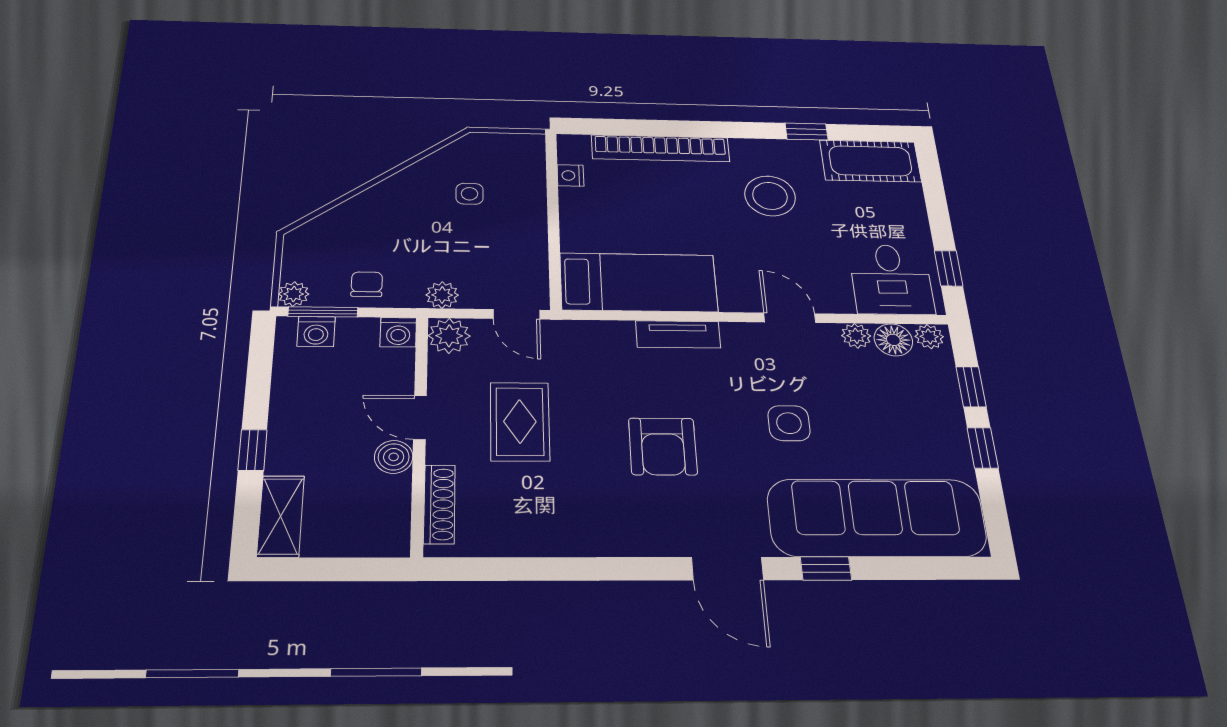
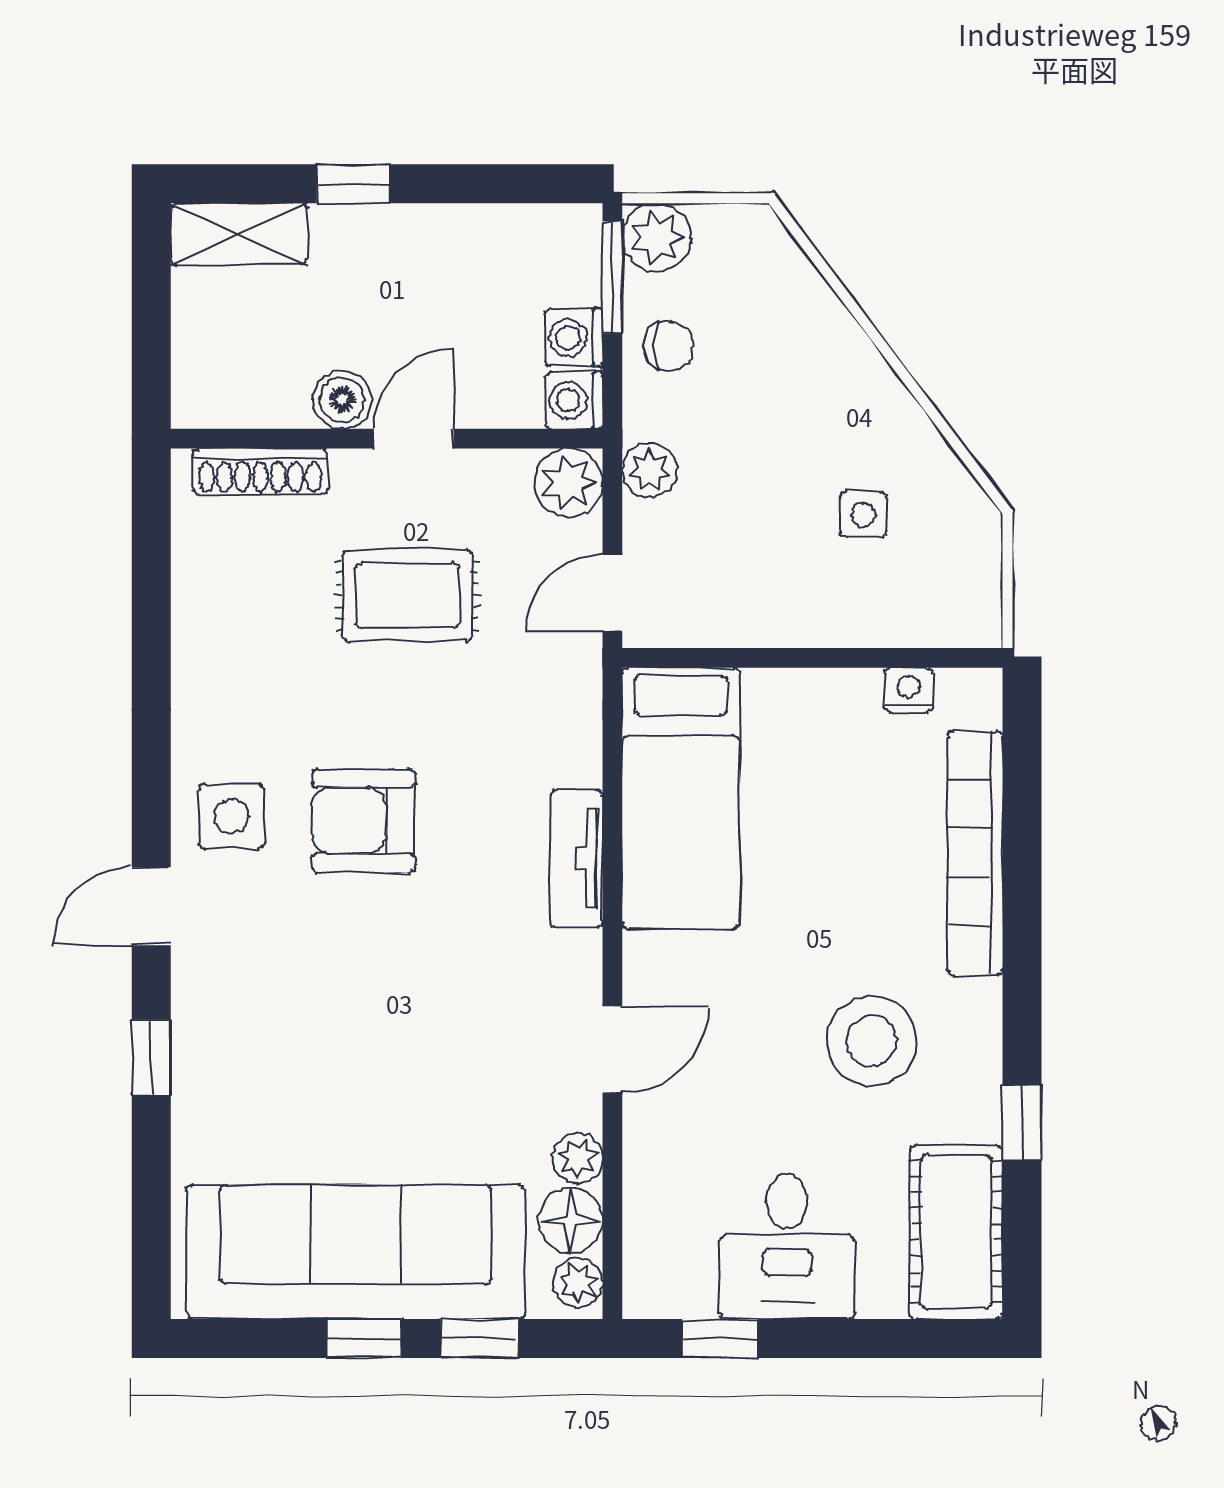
desk: (891, 279) -> (787, 1246), moved, turned -90
plant: (294, 294) -> (657, 238), width x1.38, depth x1.38
washing machine: (316, 332) -> (574, 337), moved
side table: (789, 423) -> (231, 816), moved
sofa: (877, 518) -> (356, 1252), moved, turned -90
door: (727, 569) -> (151, 906), width x0.73

